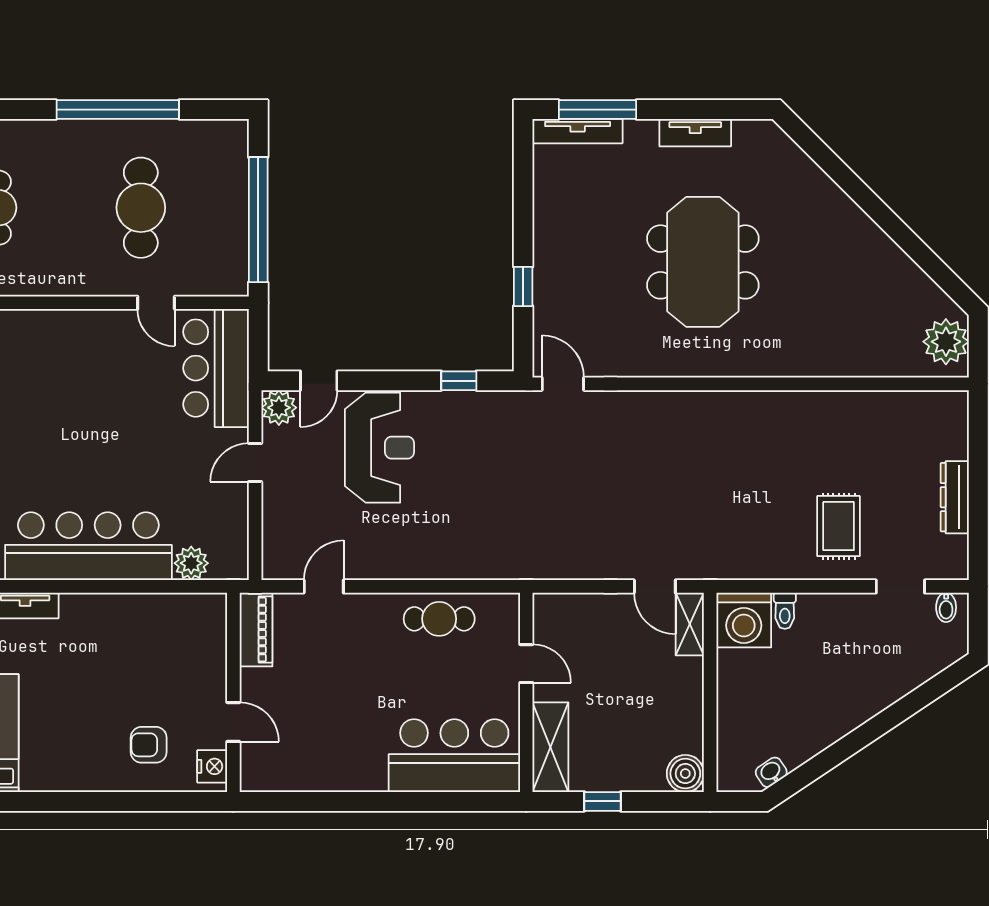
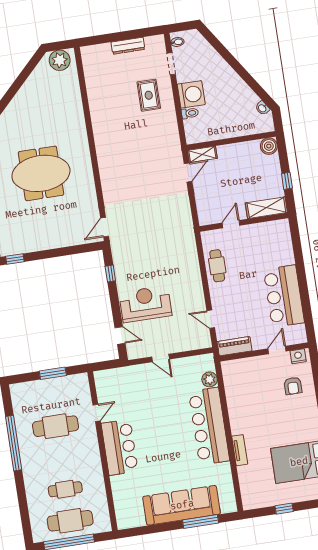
window: (258, 220) -> (53, 373), width x0.47
window: (523, 286) -> (15, 259), moved
bar counter: (216, 368) -> (120, 447), moved, turned -90
plant: (279, 408) -> (135, 351), removed
rug: (839, 526) -> (149, 95), turned 90
washing machine: (744, 620) -> (191, 94), moved
bar counter: (454, 756) -> (284, 296), moved

